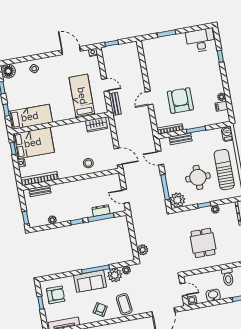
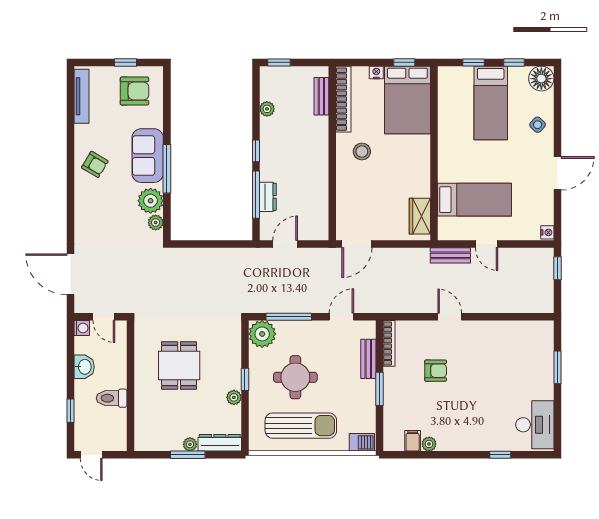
door: (71, 51) -> (557, 173), moved
door: (105, 85) -> (487, 244), hinge flipped
armchair: (180, 101) -> (436, 371), width x0.53, depth x0.53
bed: (30, 117) -> (491, 103), moved
stool: (88, 163) -> (362, 152), moved
dining table: (203, 243) -> (179, 365), turned 90
plant: (143, 250) -> (186, 257), removed
door: (184, 289) -> (104, 317), hinge flipped
armchair: (56, 295) -> (134, 91), turned -90
coffee table: (124, 304) -> (96, 208), removed

